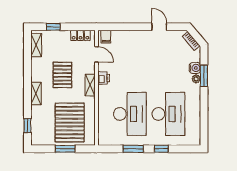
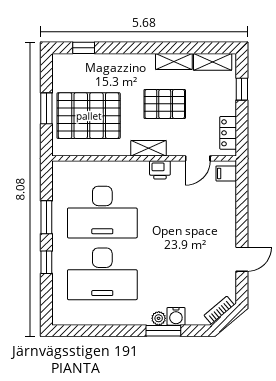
shelving: (36, 94) -> (174, 62), moved

